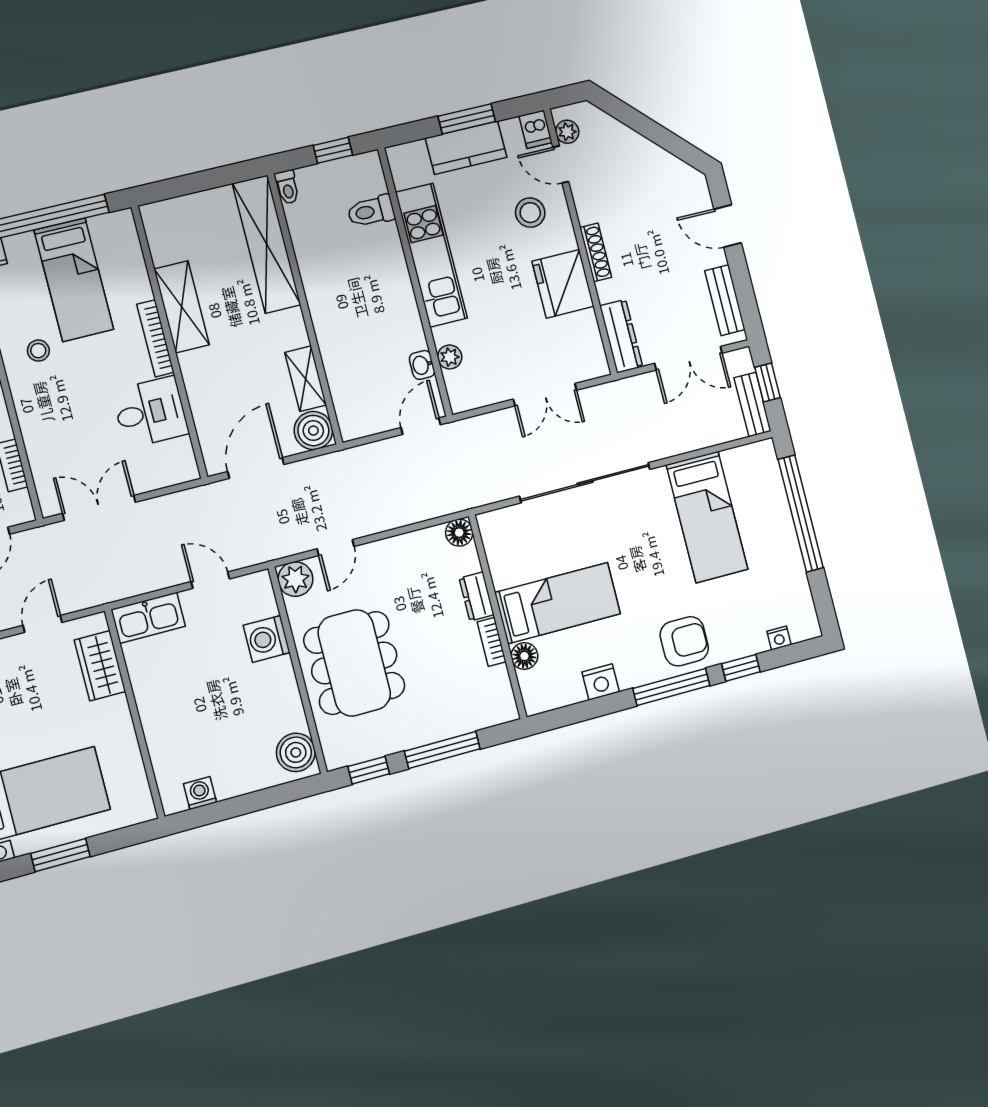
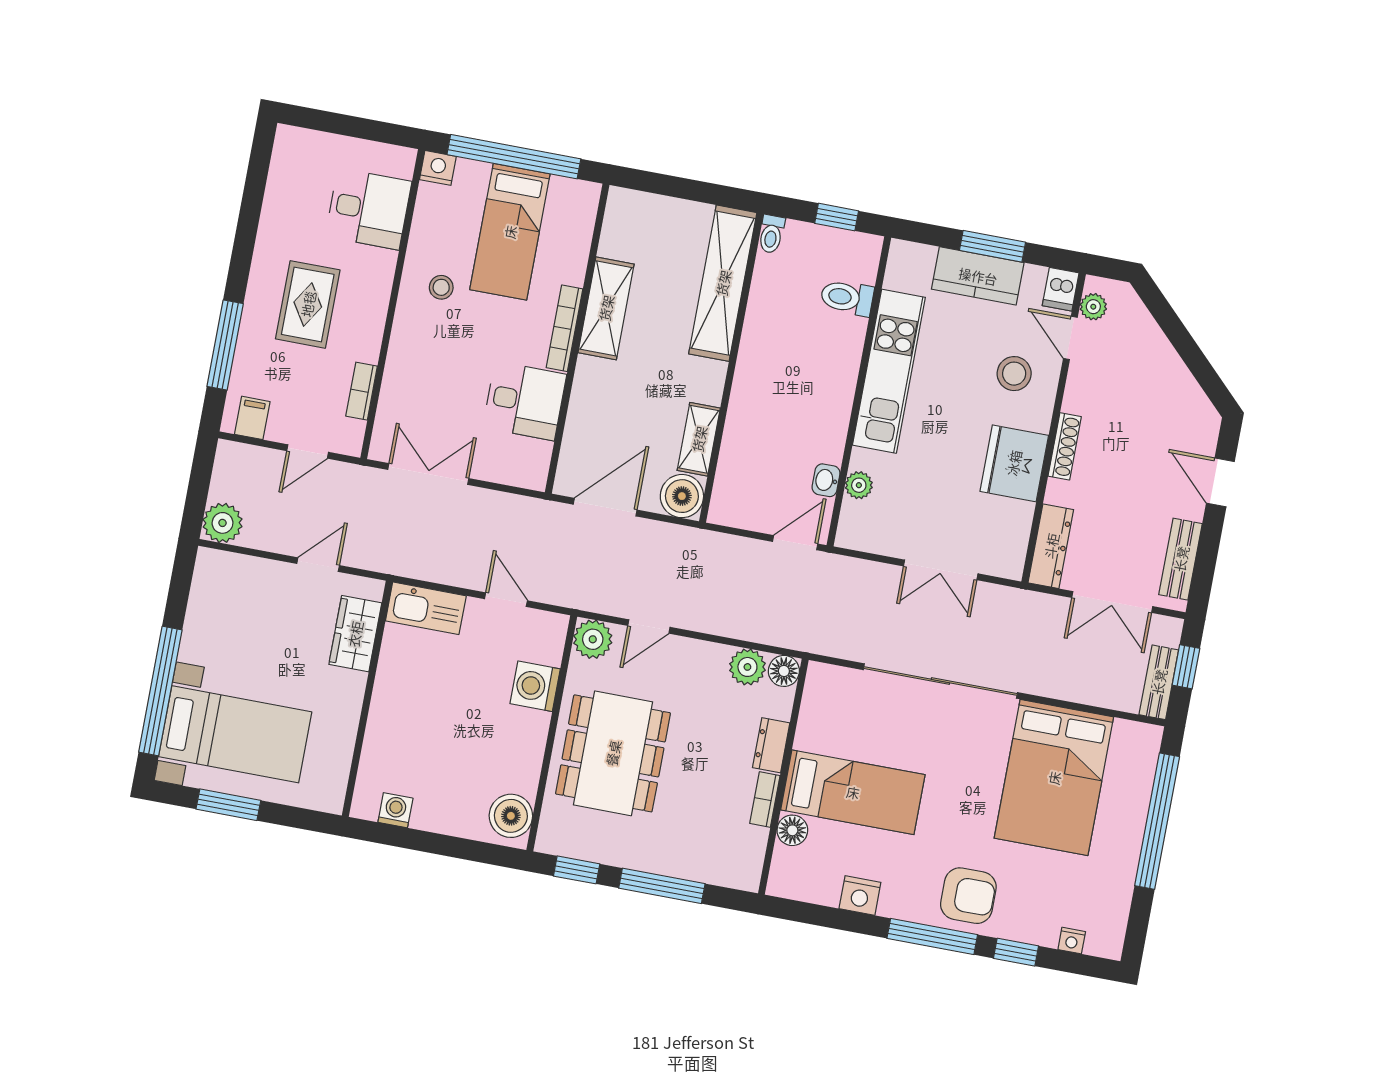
bed: (707, 517) -> (1054, 778), width x1.50
plant: (429, 543) -> (747, 667), added

